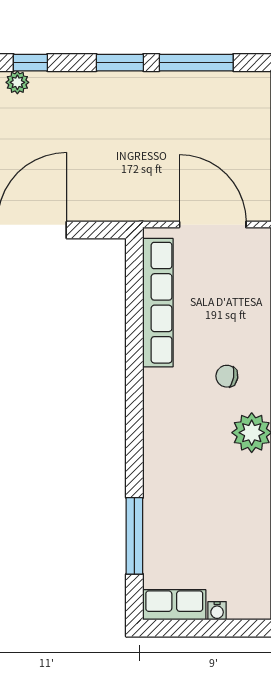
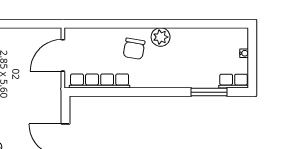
chair: (227, 376) -> (134, 49), width x1.87, depth x1.87
row of seats: (174, 605) -> (234, 81), moved, turned 90

